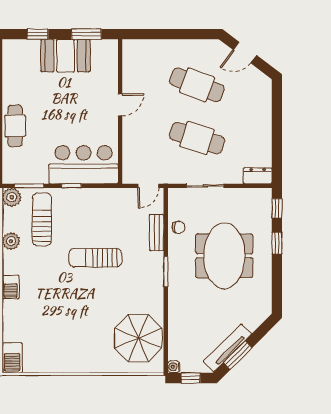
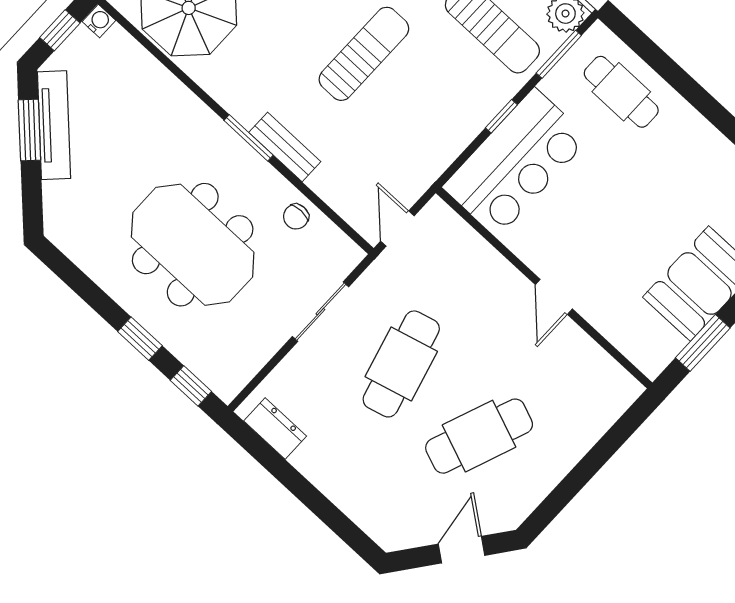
cafe table: (15, 126) -> (621, 92), moved
cafe table: (197, 138) -> (401, 364), turned -33
dresser: (258, 176) -> (275, 428), moved, turned -90
bench: (157, 233) -> (285, 147), moved

